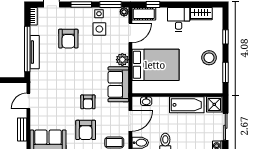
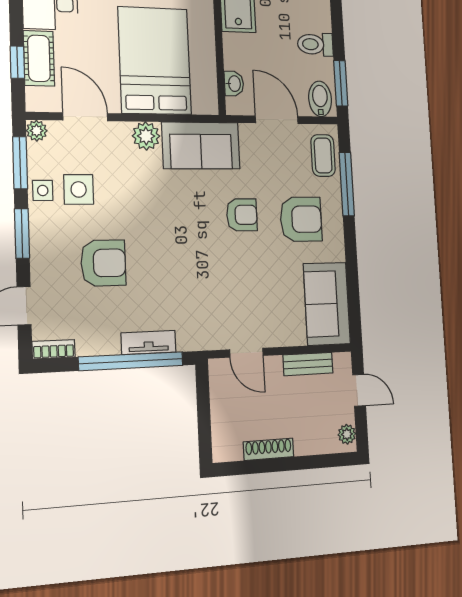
cot: (144, 14) -> (39, 58), moved
tv unit: (35, 52) -> (149, 342), width x0.71

